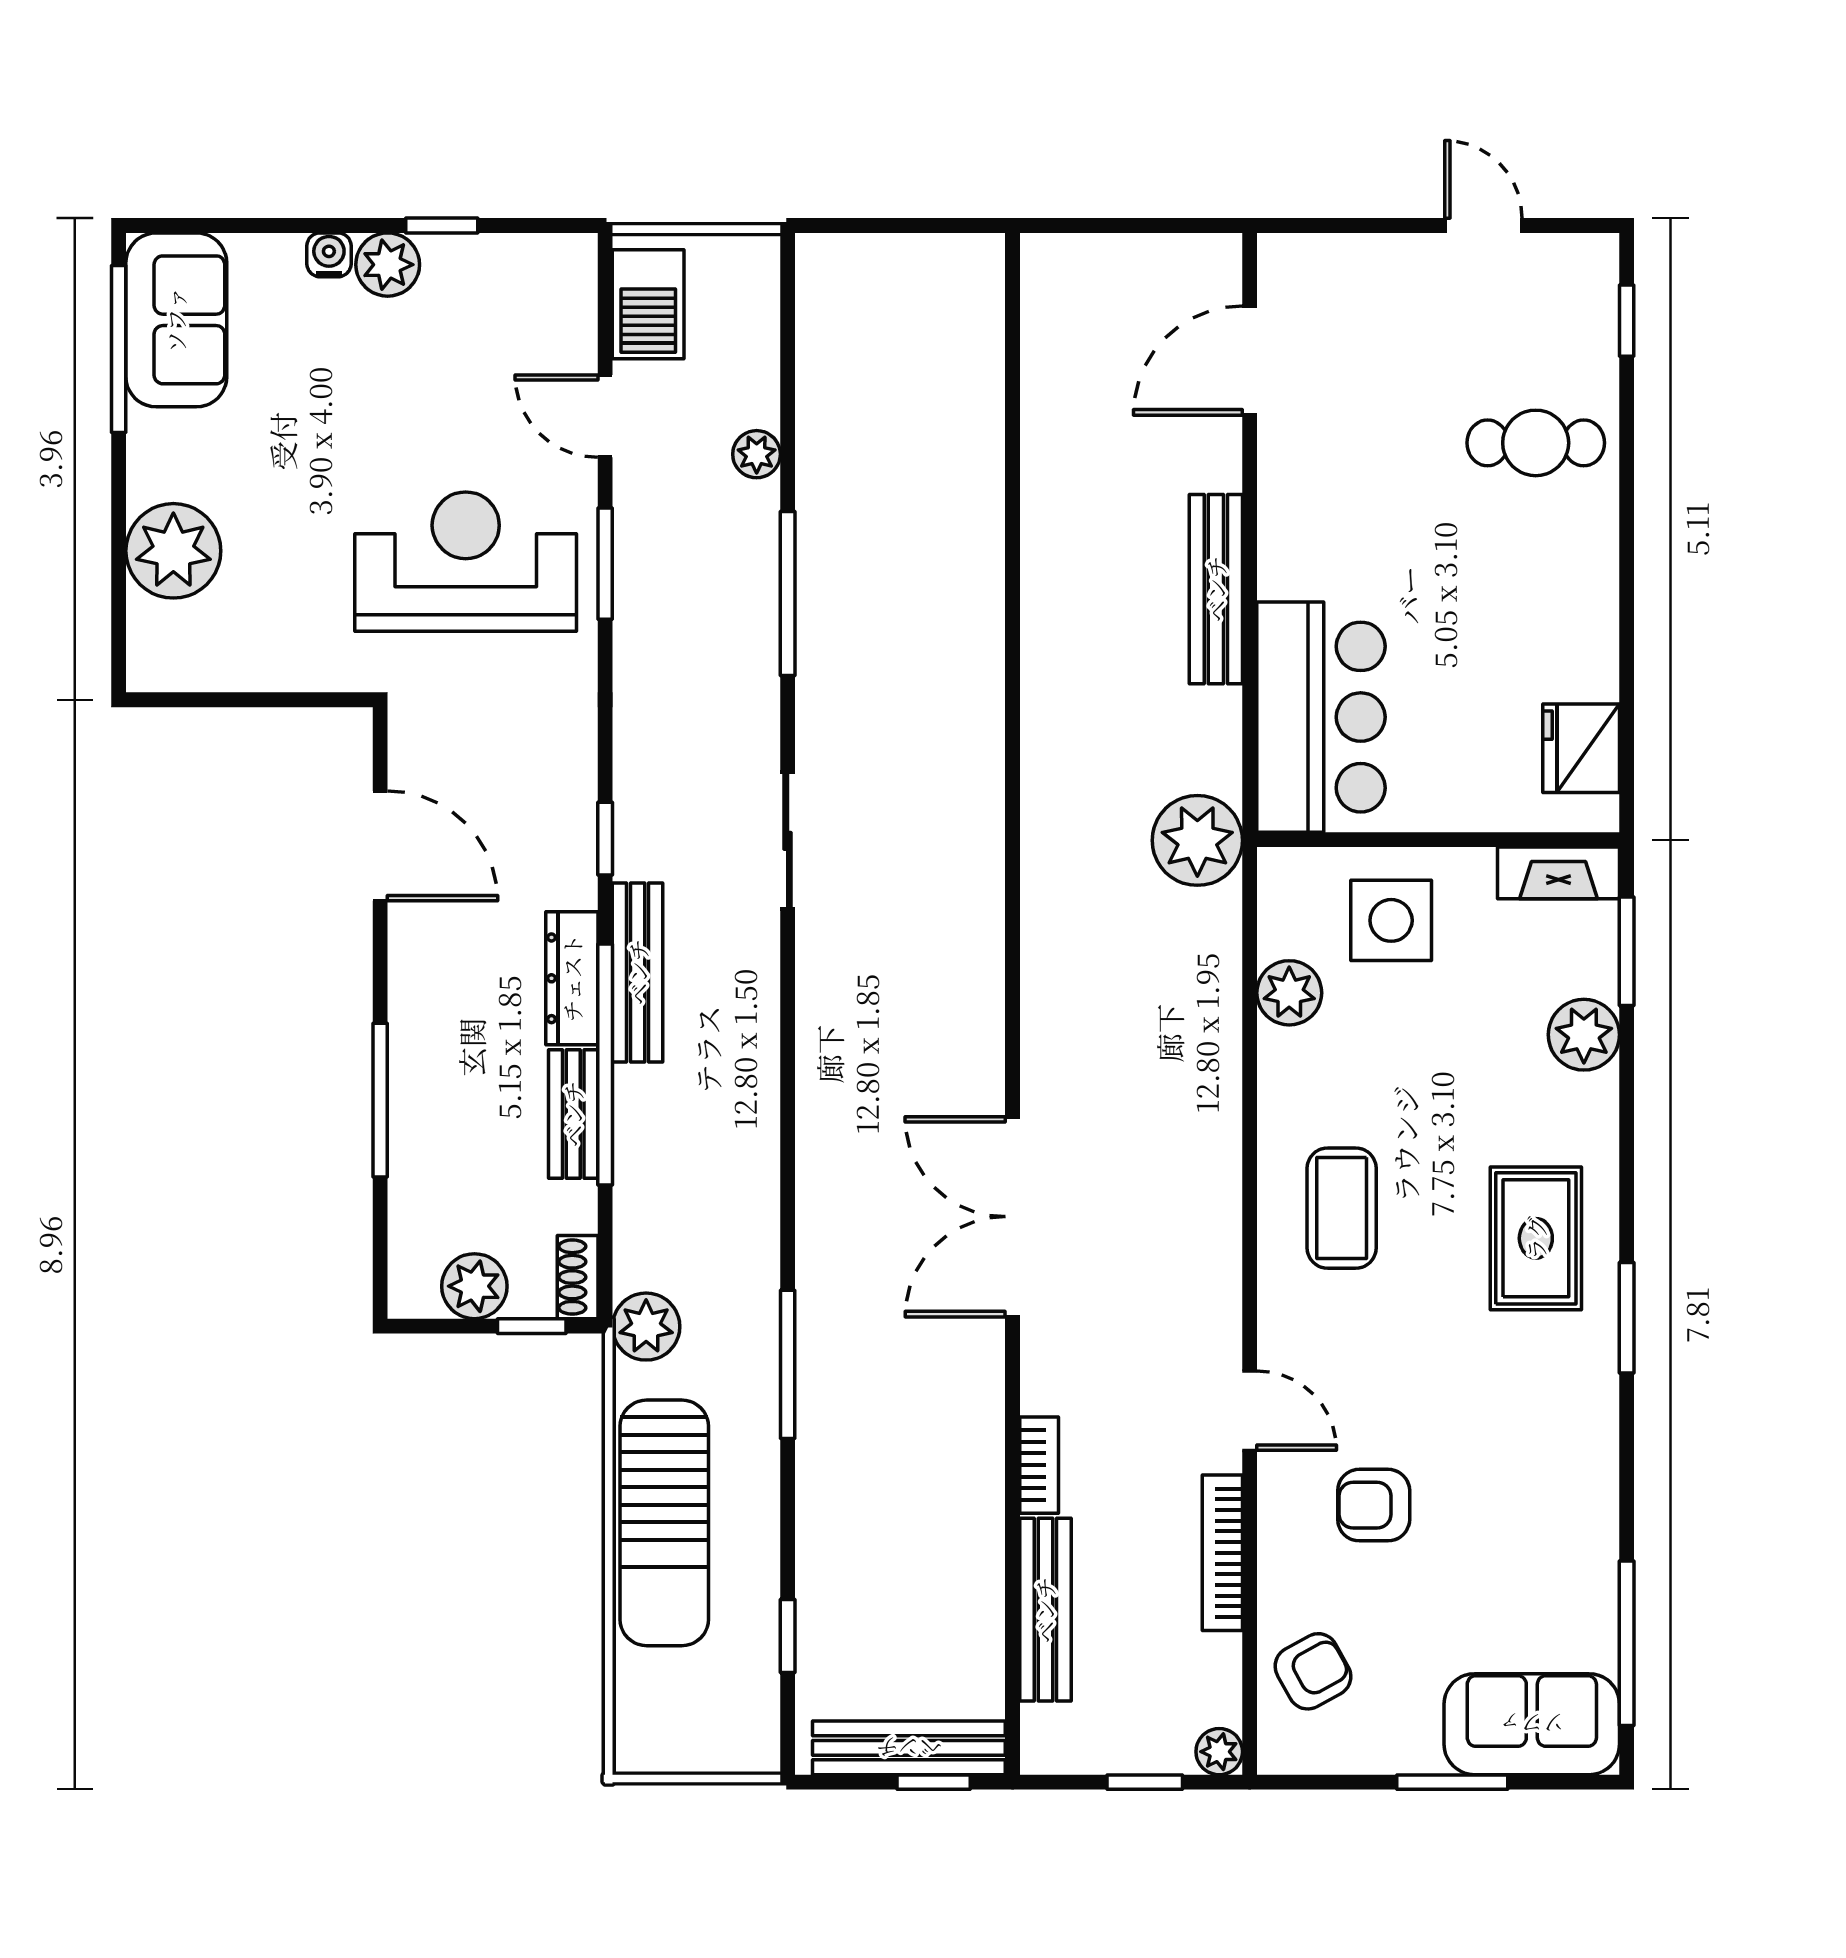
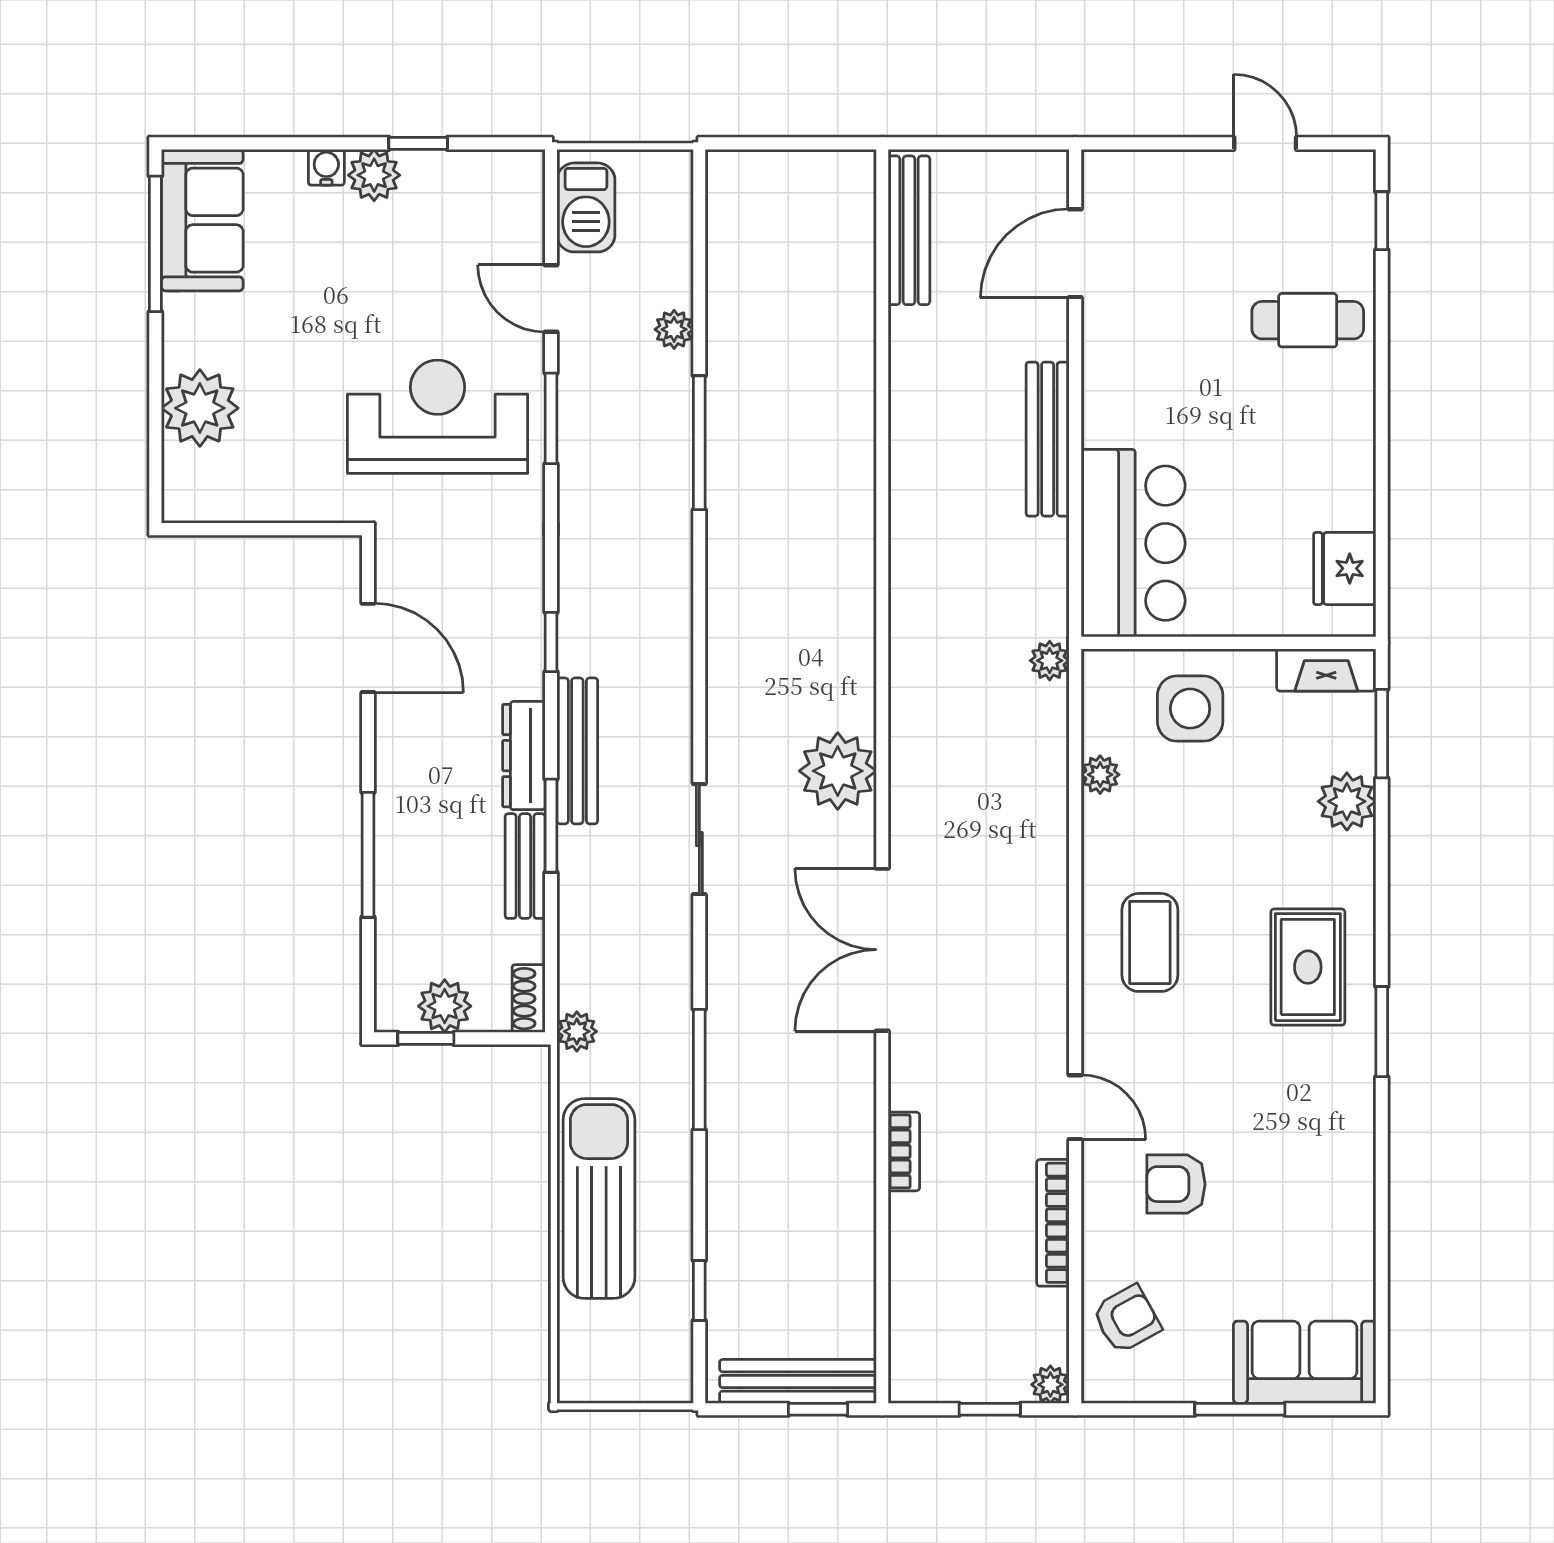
plant: (1197, 840) -> (1050, 661), width x0.53, depth x0.53
sliding door: (788, 841) -> (699, 839), moved
plant: (1289, 993) -> (1100, 775), width x0.73, depth x0.73
plant: (958, 997) -> (838, 771), added
window: (605, 1064) -> (551, 826), width x0.47
window: (532, 1326) -> (426, 1038), moved
plant: (646, 1327) -> (577, 1031), width x0.73, depth x0.73
sun lounger: (664, 1523) -> (599, 1198), turned 180
bench: (1045, 1610) -> (909, 230), moved
window: (1627, 1643) -> (1382, 1296), removed

